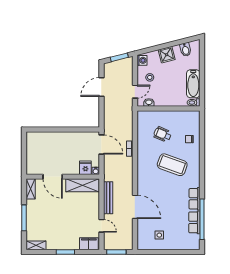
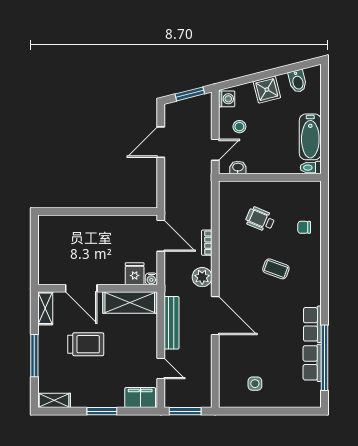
coffee table: (172, 165) -> (276, 269), width x0.54, depth x0.58
plant: (127, 170) -> (202, 277), added
door: (135, 207) -> (215, 316), moved
trolley: (55, 211) -> (86, 344), added

